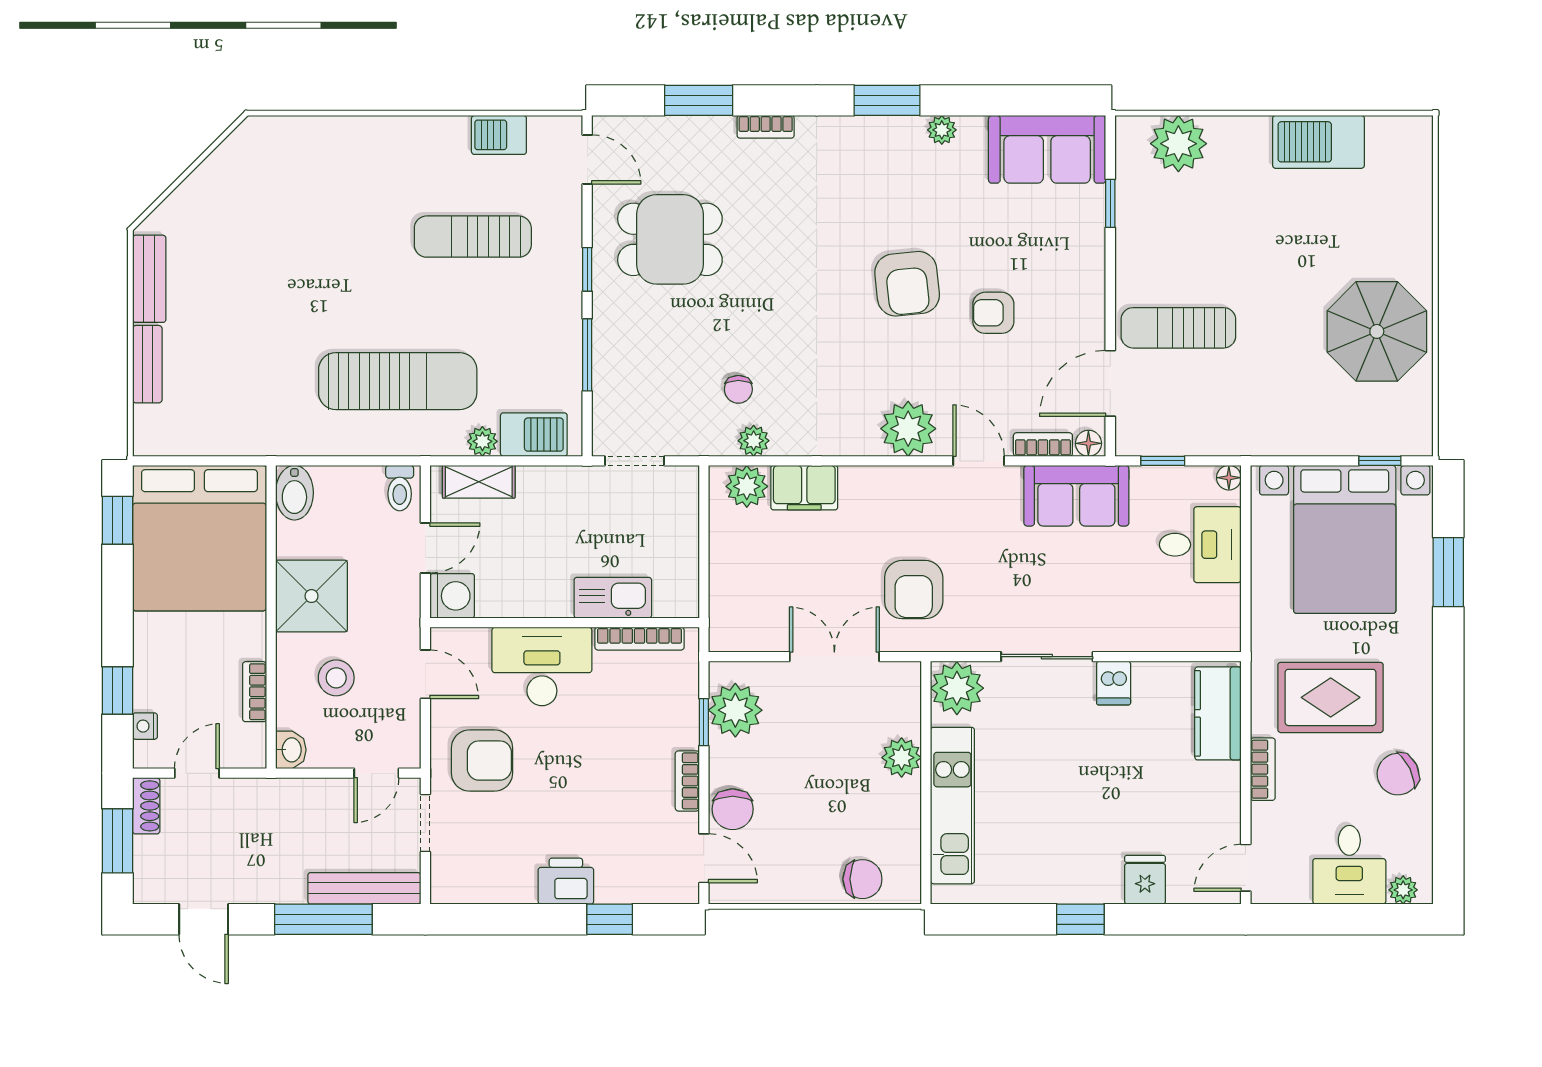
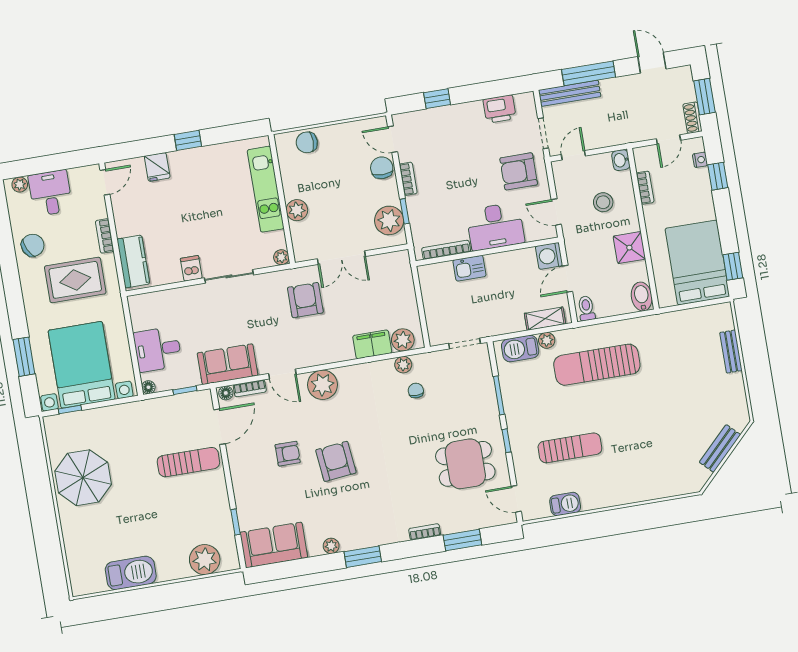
bench: (149, 279) -> (720, 448), moved, turned 45
bed: (199, 538) -> (697, 262), width x0.73
shower: (311, 596) -> (629, 248), width x0.73, depth x0.73
kitchen sink: (613, 598) -> (469, 268), width x0.73
plant: (957, 688) -> (281, 257), width x0.53, depth x0.53
printer: (566, 881) -> (499, 109), moved

